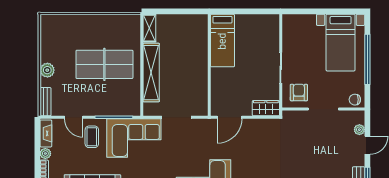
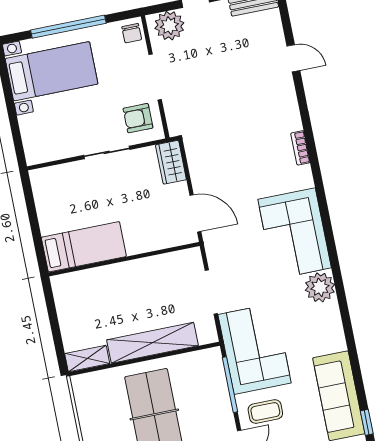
plant: (359, 130) -> (169, 26), width x1.88, depth x1.88

